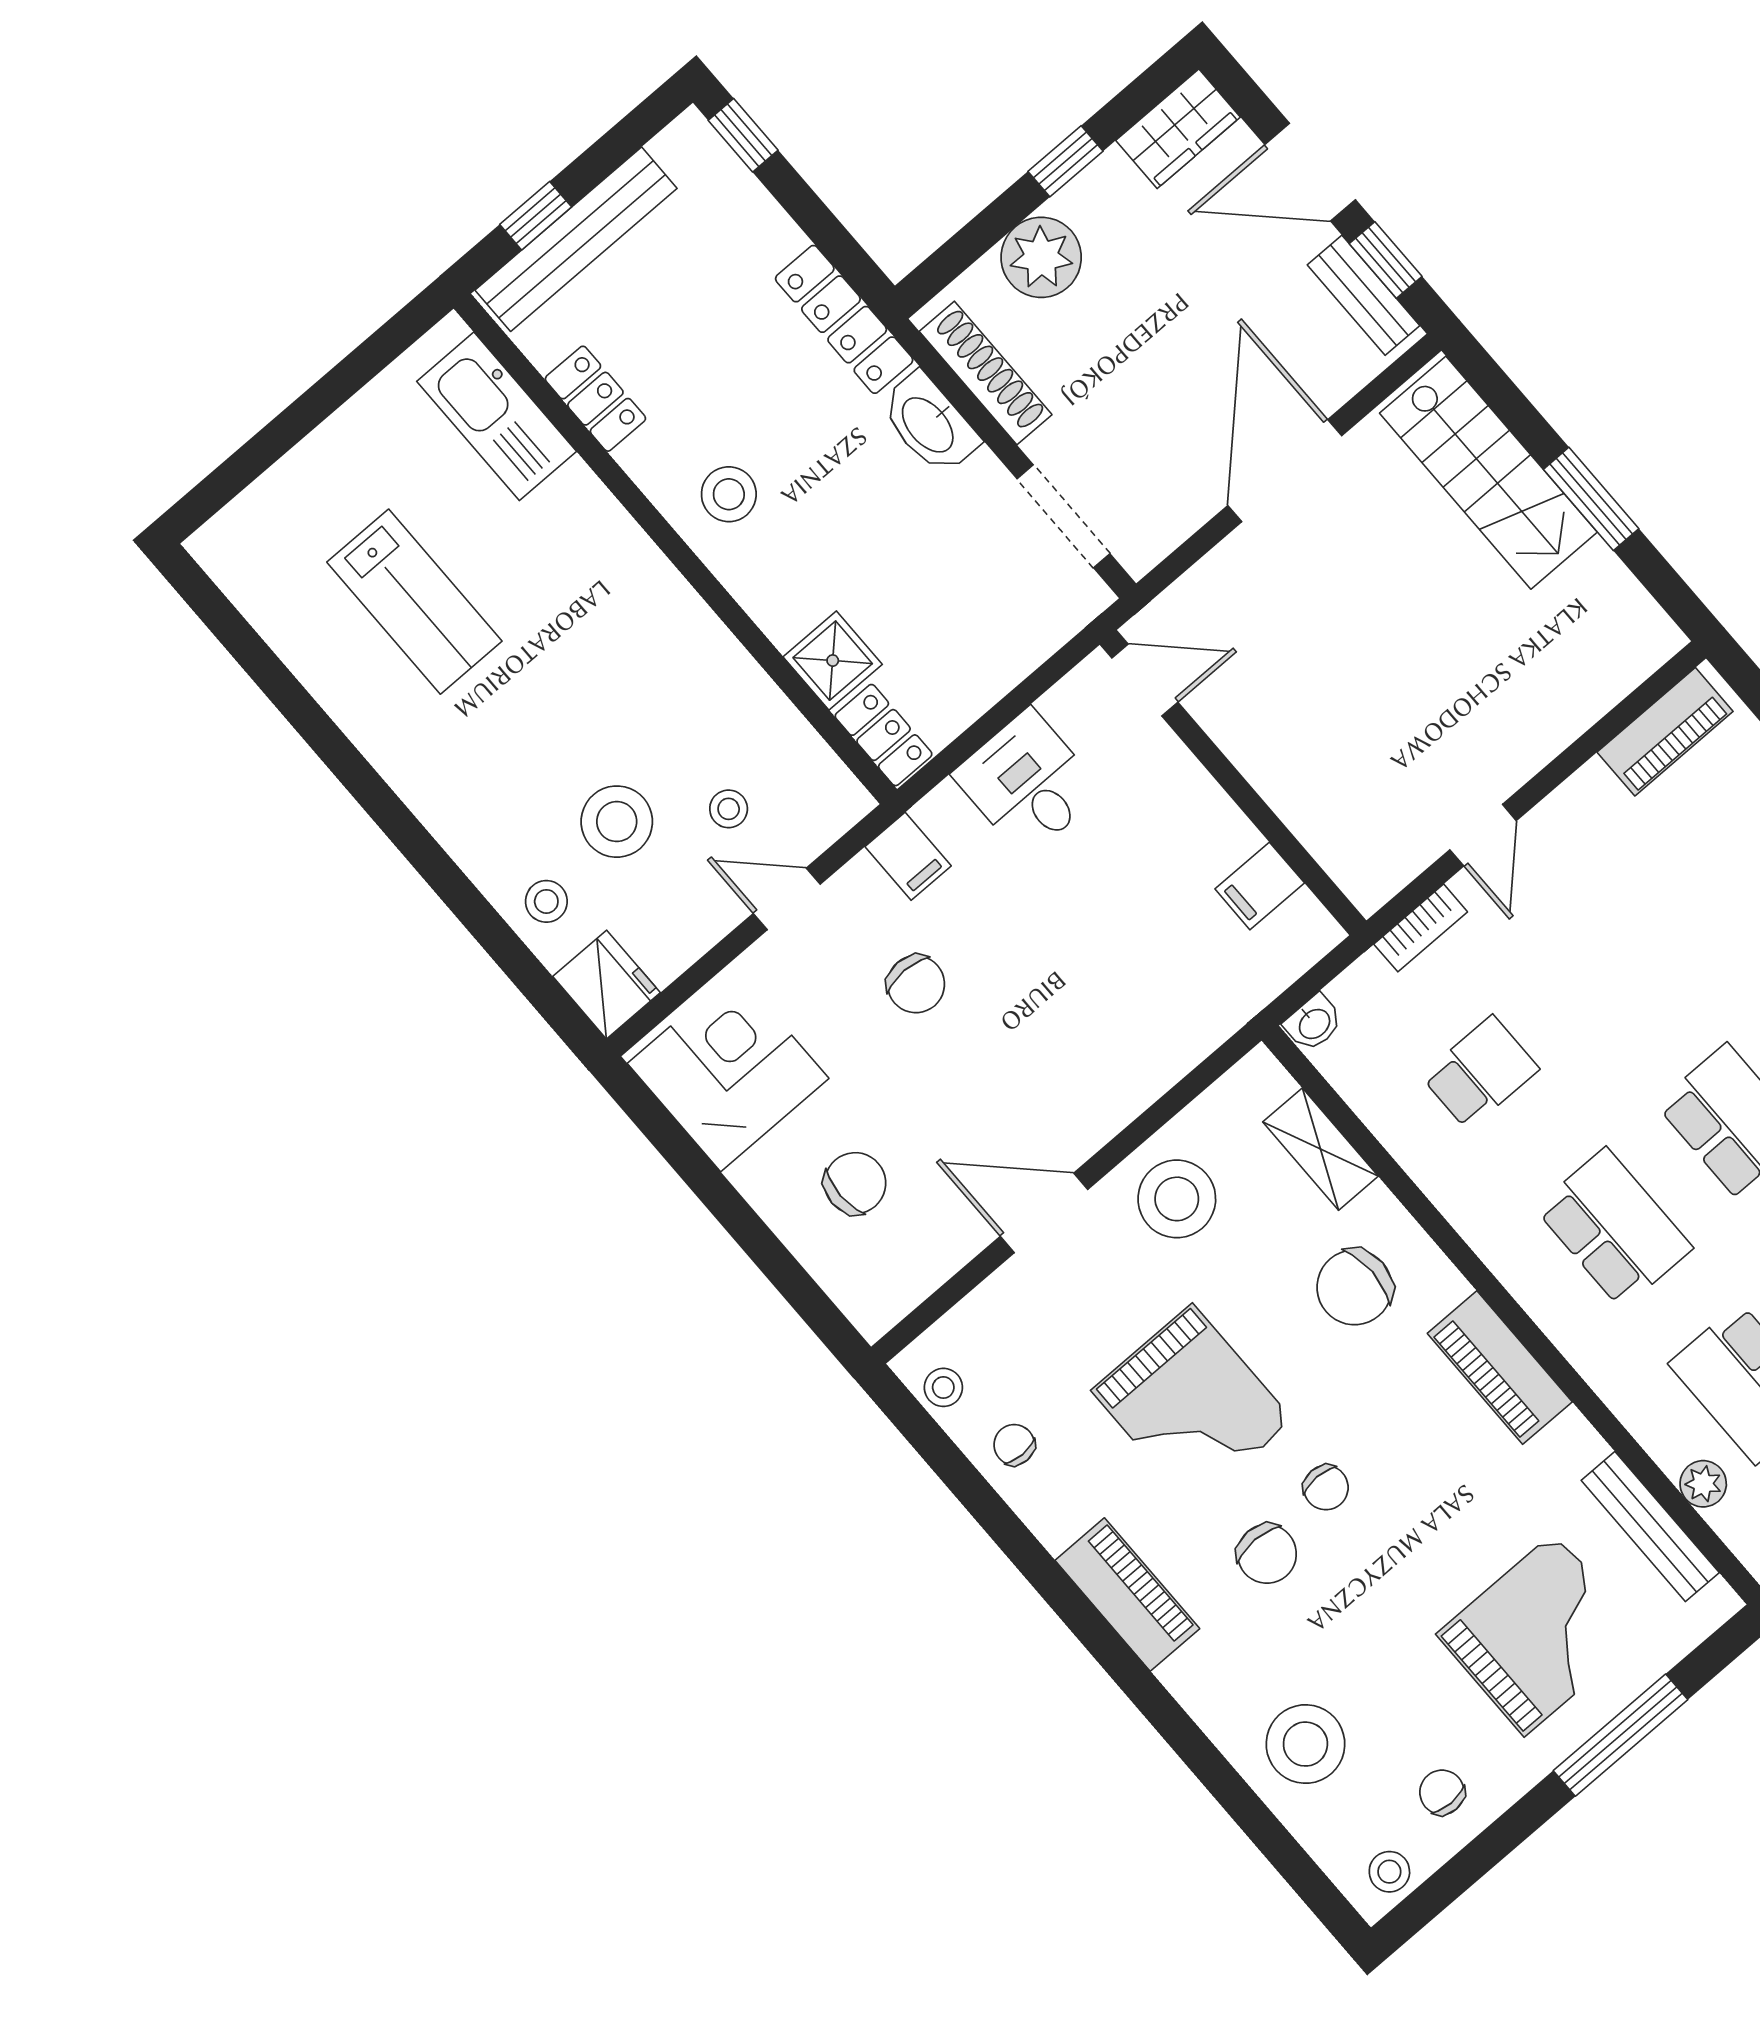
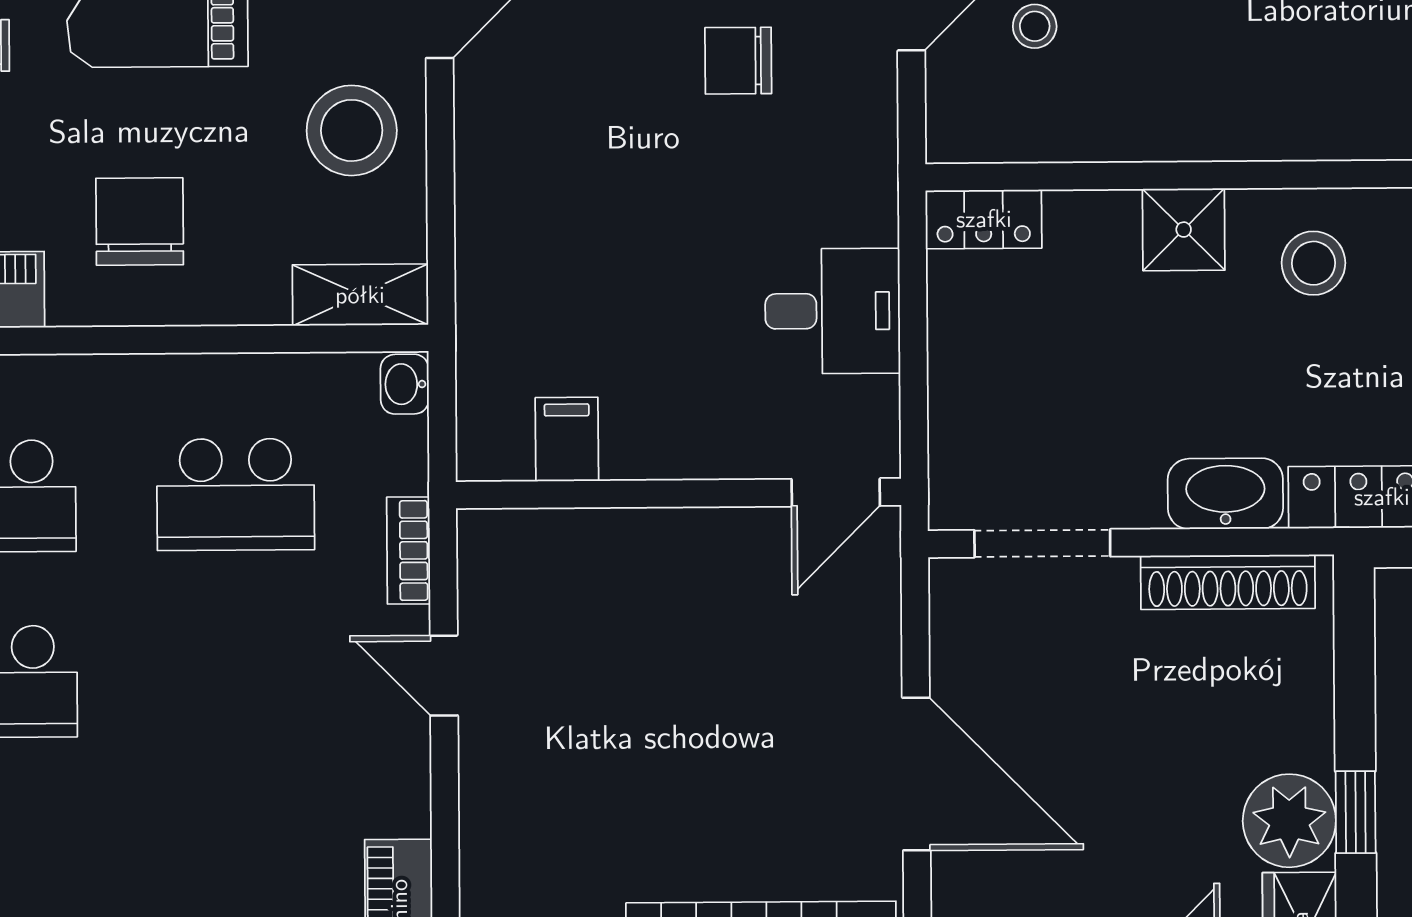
plant: (1041, 257) -> (1289, 821), moved
shower: (833, 661) -> (1184, 230), moved
filing cabinet: (908, 856) -> (858, 150), removed
school desk: (1480, 1073) -> (236, 494), width x1.85
shelving: (1320, 1149) -> (360, 295), moved

